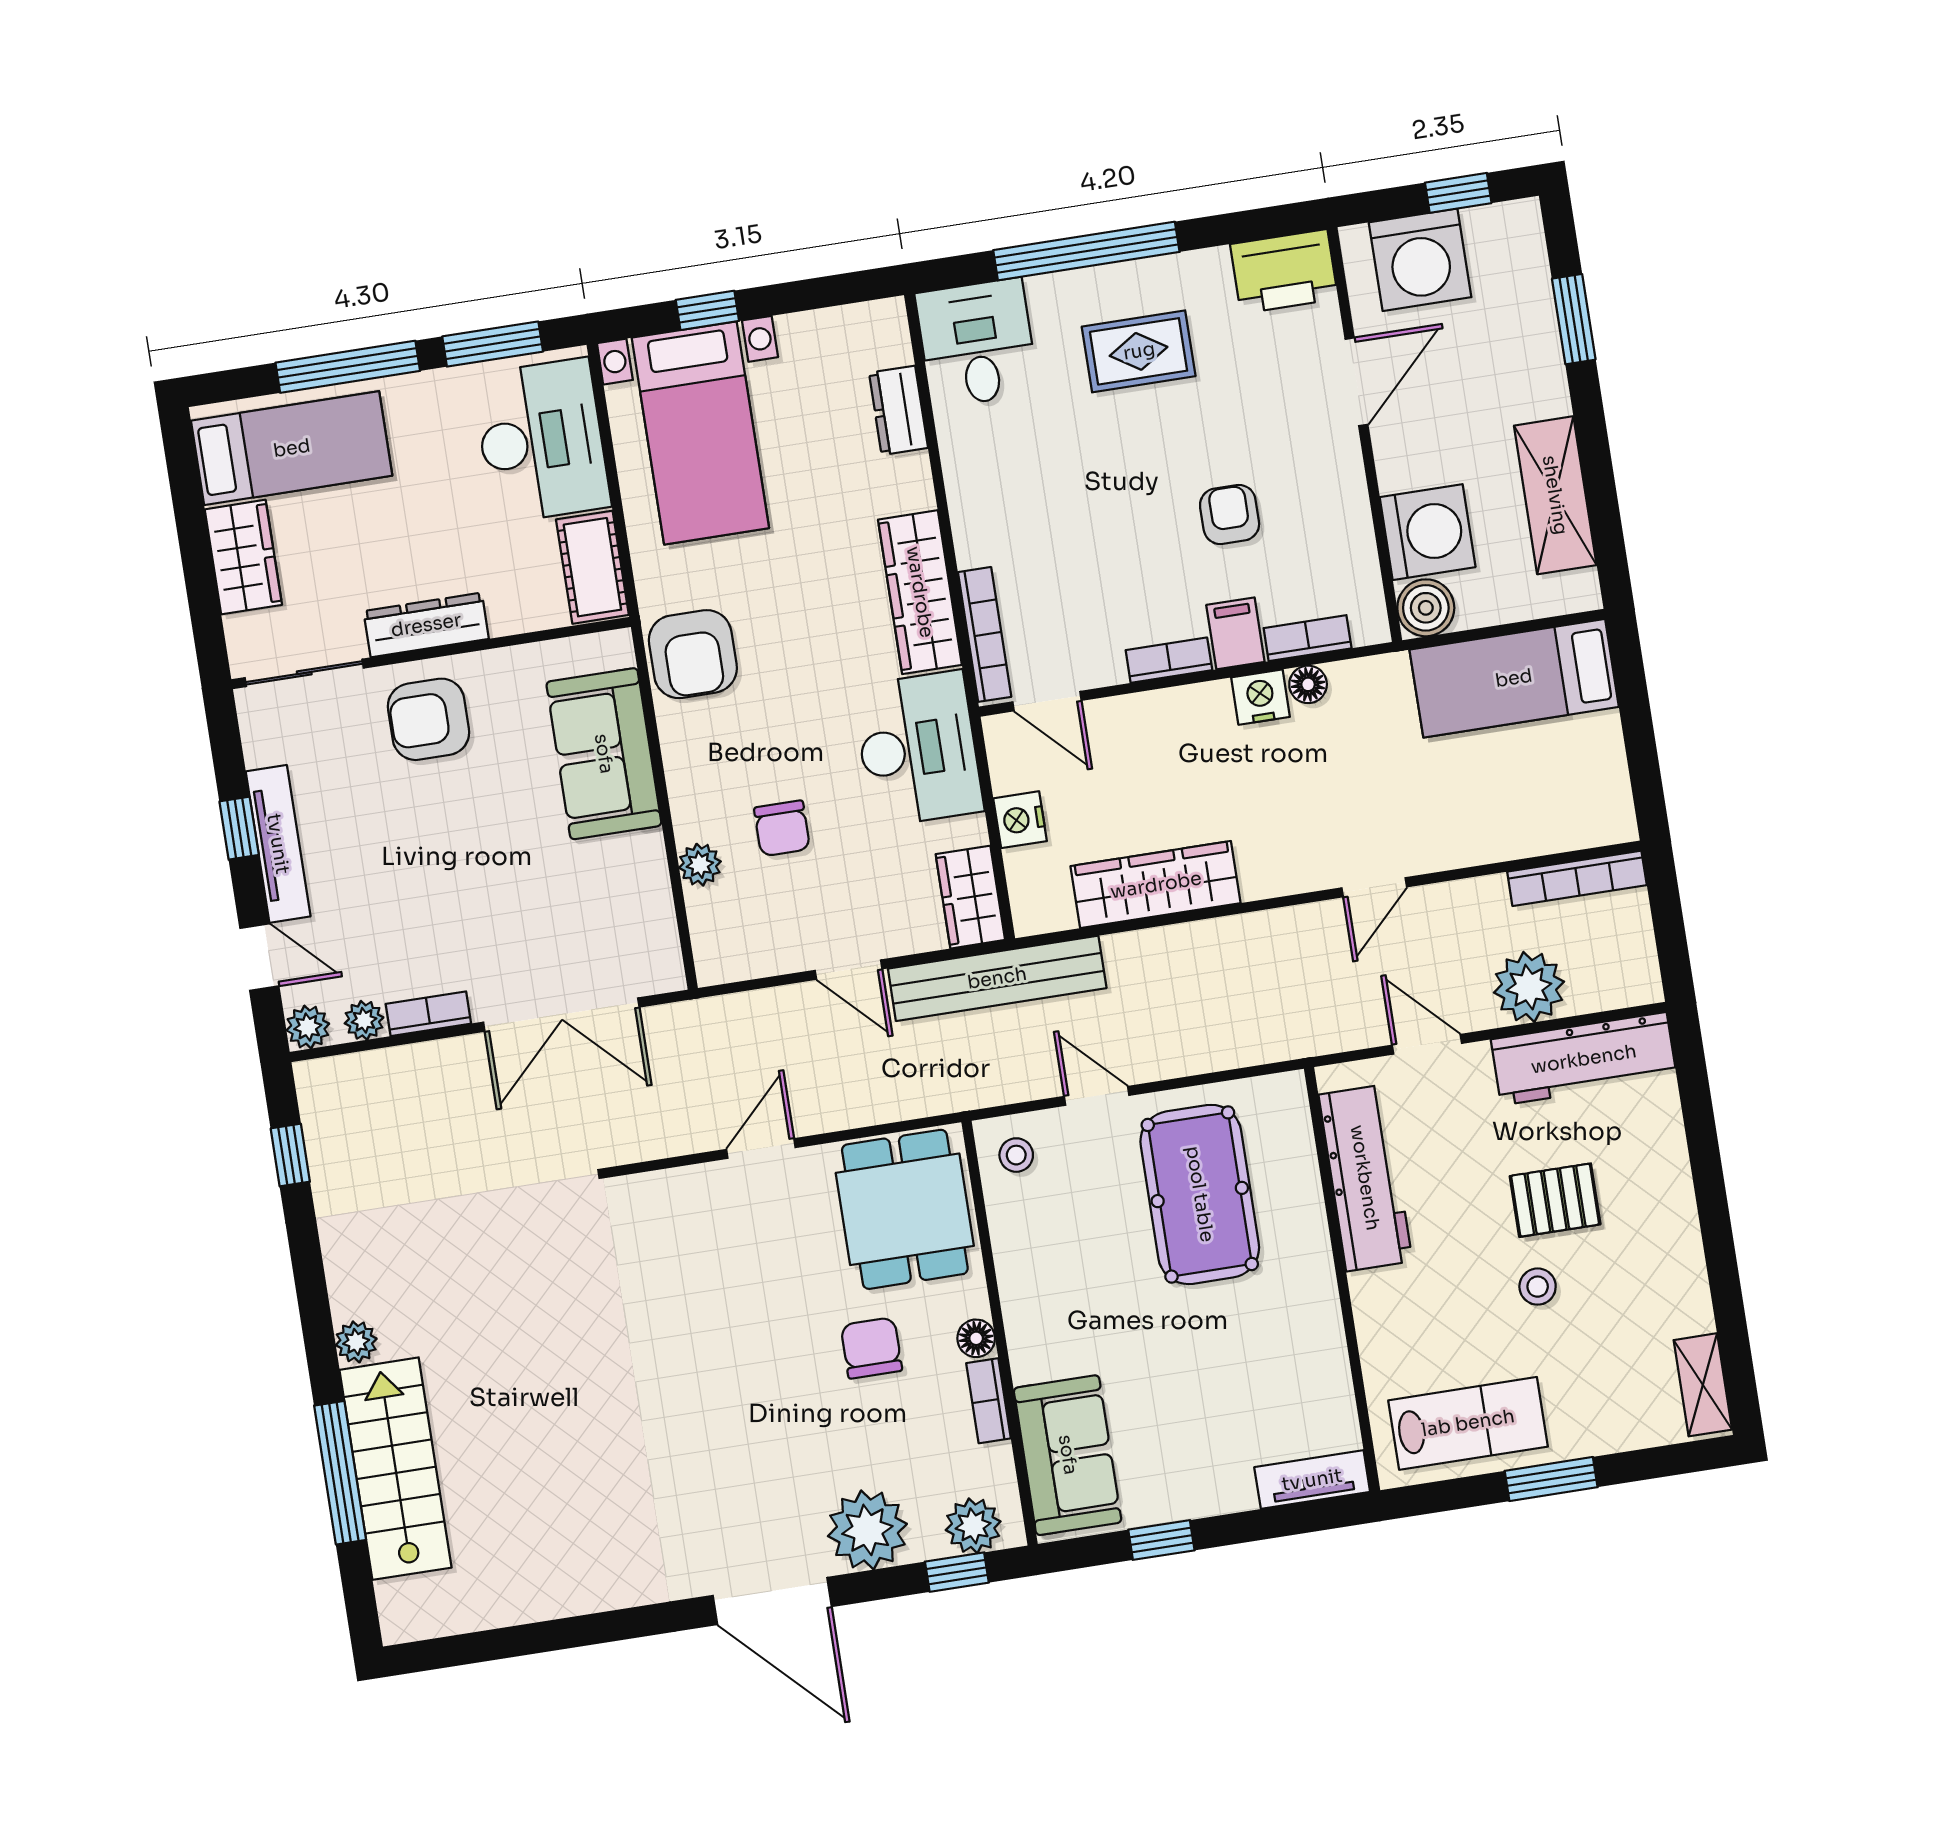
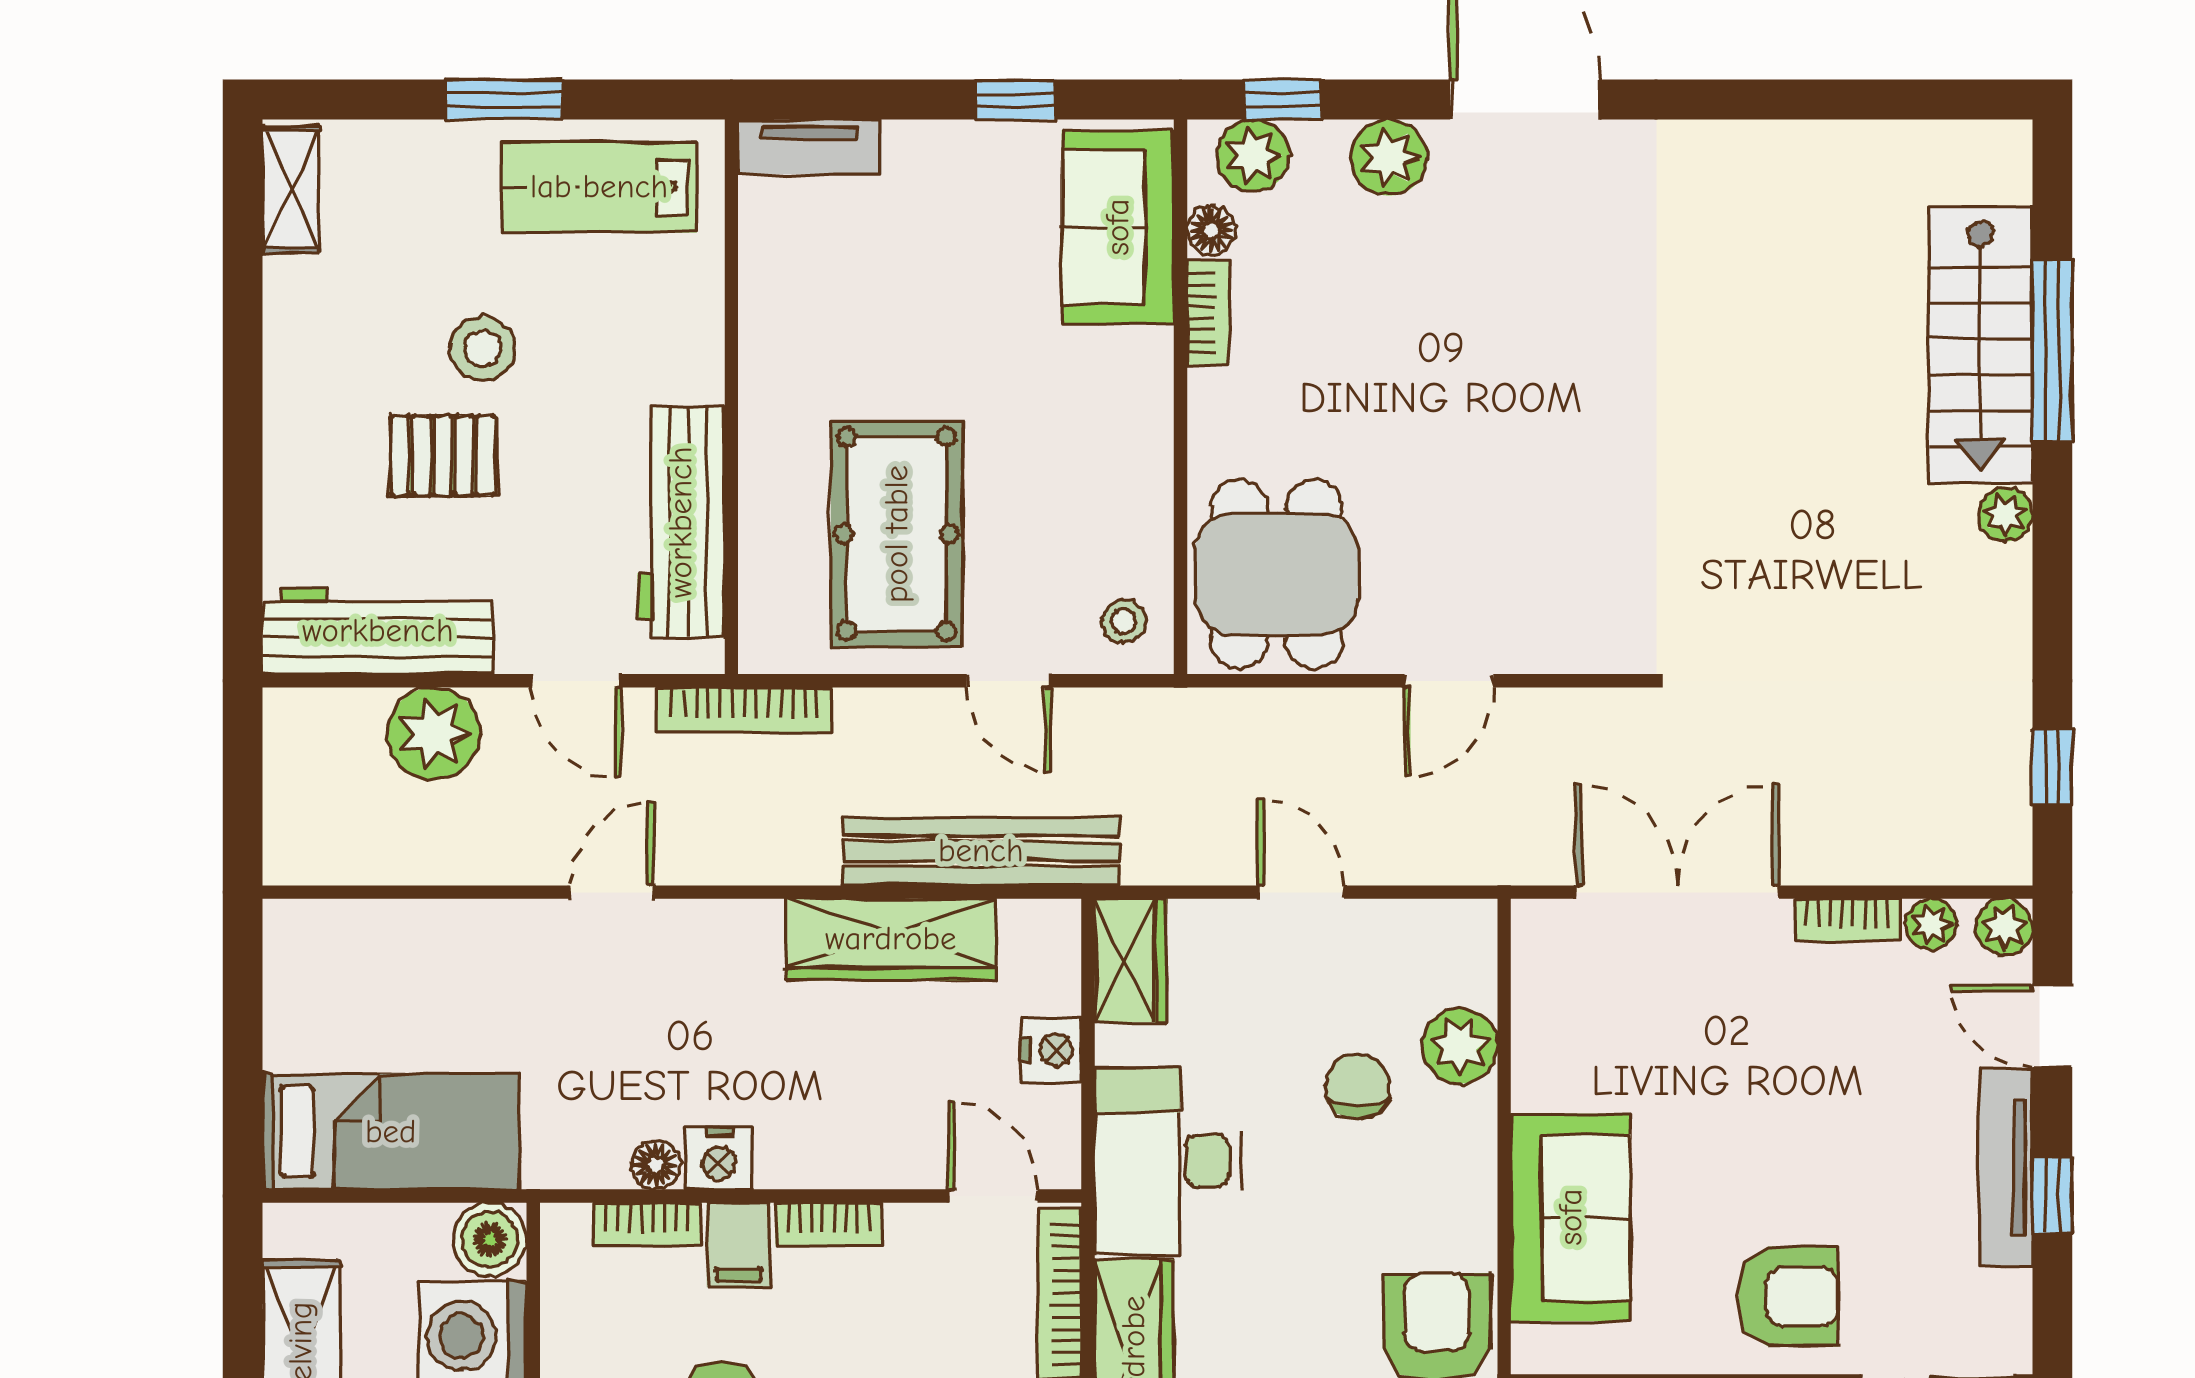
plant: (700, 865) -> (1460, 1046), width x1.38, depth x1.38
bookcase: (1577, 878) -> (744, 710), moved, turned 180
bench: (997, 978) -> (981, 851), moved
stool: (1538, 1287) -> (483, 348), width x1.37, depth x1.37
floor lamp: (976, 1338) -> (1211, 230), moved
chair: (871, 1348) -> (1347, 403), removed
plant: (867, 1530) -> (1389, 157), width x0.73, depth x0.73

